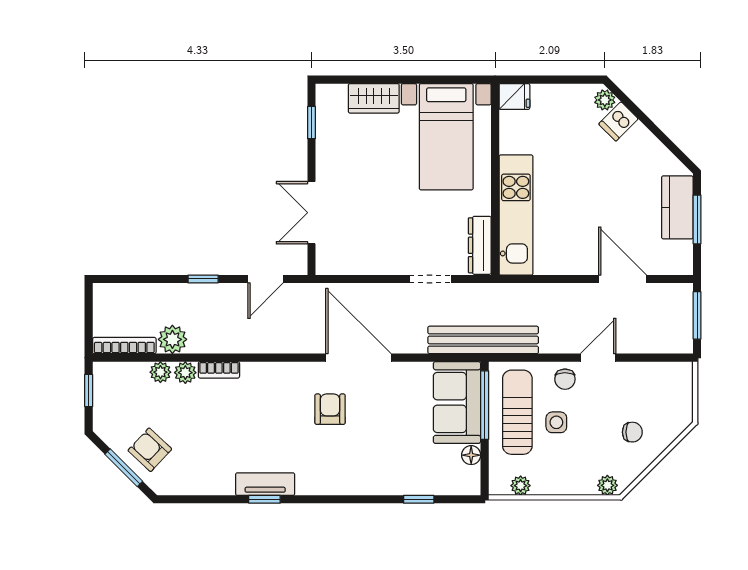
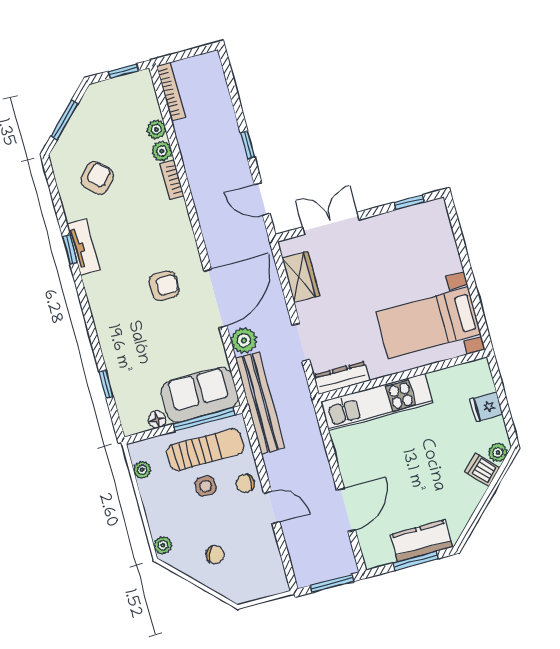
fridge: (514, 97) -> (486, 407), moved, turned 90
wardrobe: (374, 98) -> (301, 277), moved, turned 180
plant: (172, 339) -> (244, 340), moved
chair: (632, 432) -> (215, 555), turned -69
armchair: (150, 450) -> (97, 178), moved

